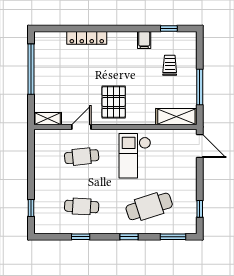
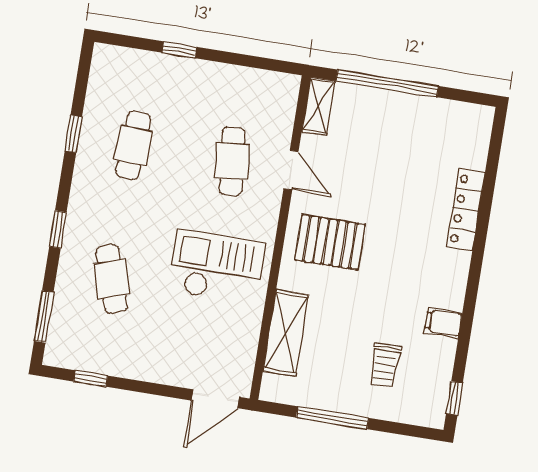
window: (169, 28) -> (454, 398), moved
trolley: (170, 65) -> (385, 365), turned 90
window: (31, 69) -> (387, 83), moved
shelving: (176, 117) -> (286, 333), moved
cafe table: (149, 206) -> (112, 279), width x0.73, depth x0.74
window: (31, 208) -> (179, 50), moved

